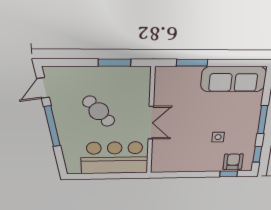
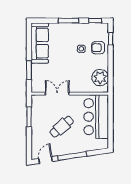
door: (43, 88) -> (46, 160), swing flipped
double door: (151, 123) -> (57, 94), moved
plant: (173, 162) -> (100, 78), added
armchair: (233, 162) -> (98, 48), moved

